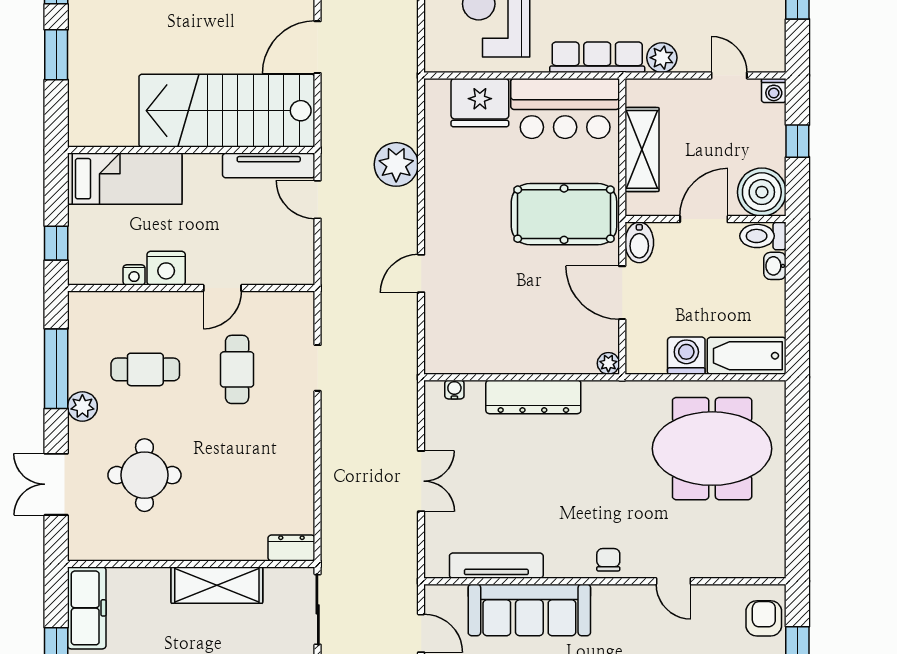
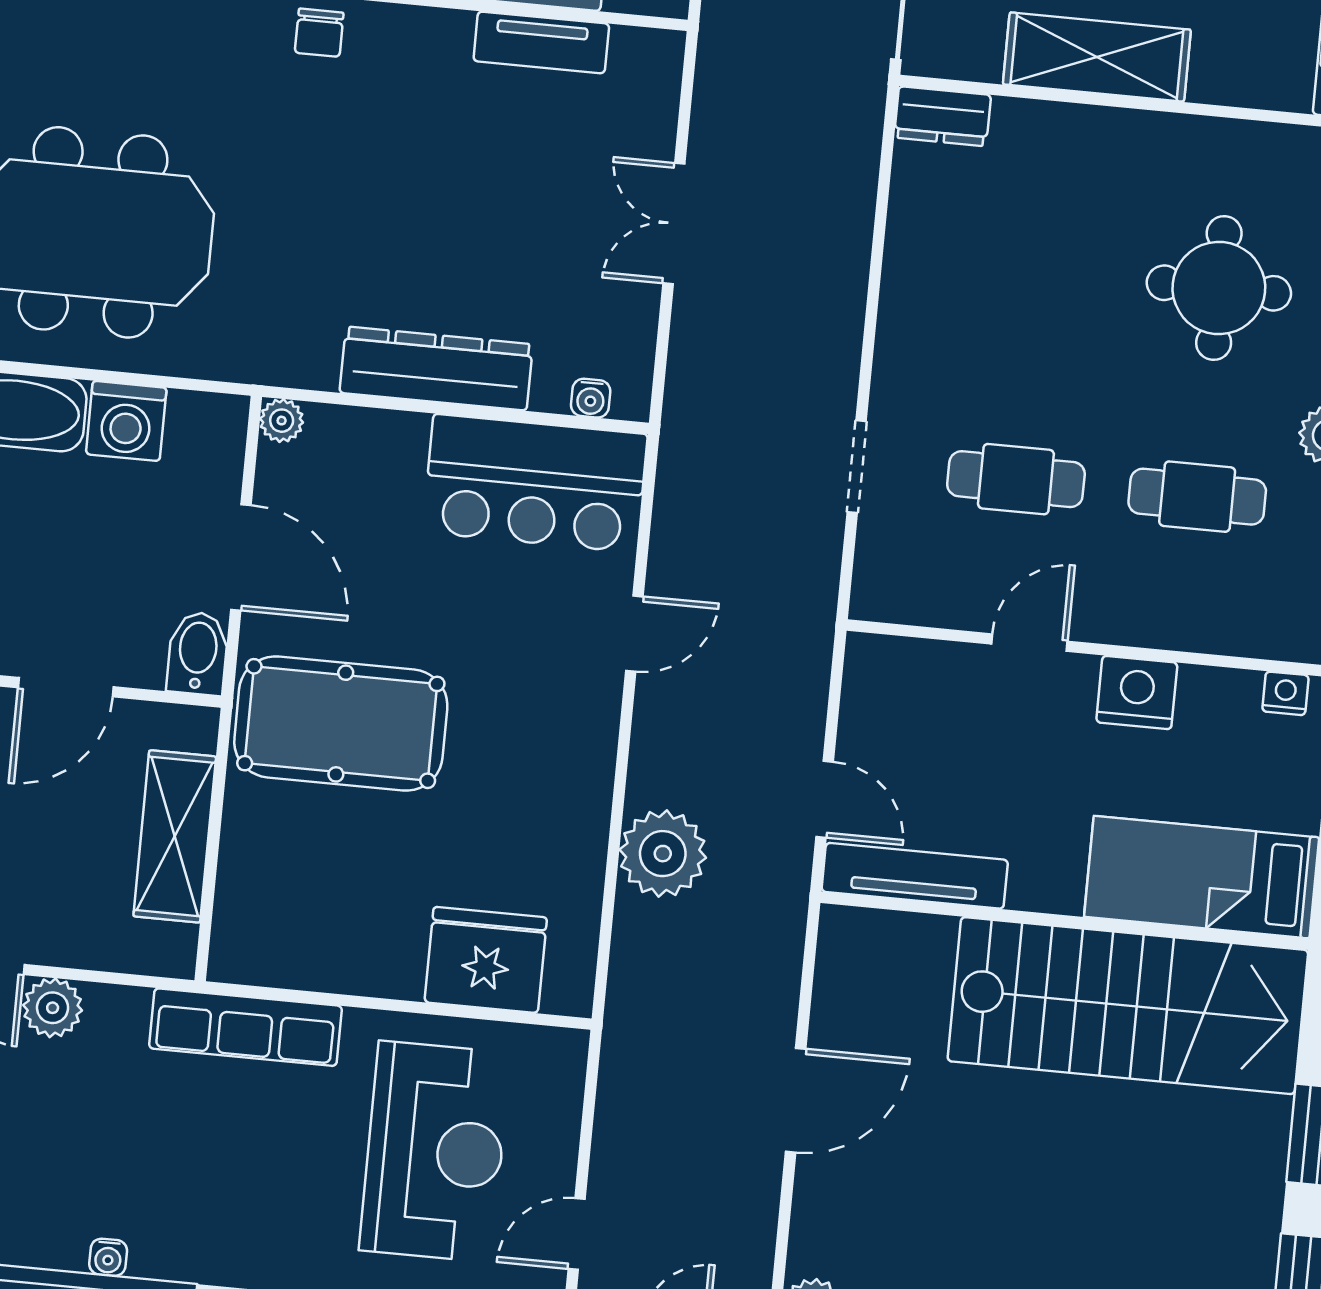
plant: (662, 58) -> (53, 1008), moved
bar counter: (565, 108) -> (535, 483), moved, turned 180
stairs: (227, 111) -> (1128, 1006), moved
nightstand: (134, 275) -> (1285, 693), moved
cafe table: (237, 369) -> (1016, 479), turned 90
tv unit: (496, 566) -> (541, 42), width x0.71

